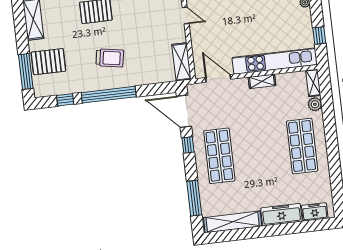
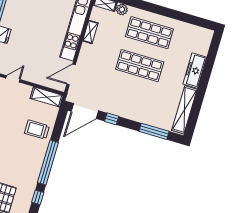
trolley: (110, 58) -> (37, 130), moved, turned -100
shelving: (262, 81) -> (90, 32), moved
shop shelf: (219, 156) -> (140, 66), moved
freezer: (315, 212) -> (203, 44), removed

